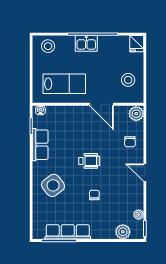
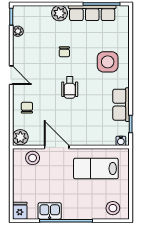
kitchen sink: (86, 43) -> (50, 211), moved
stool: (128, 80) -> (33, 158), moved
wheelchair: (89, 161) -> (70, 88), turned -90
side table: (53, 185) -> (108, 62), turned 38
plant: (123, 232) -> (60, 13), moved

